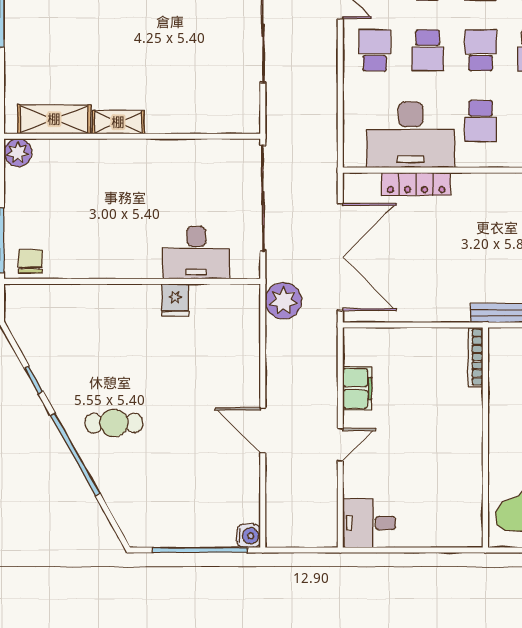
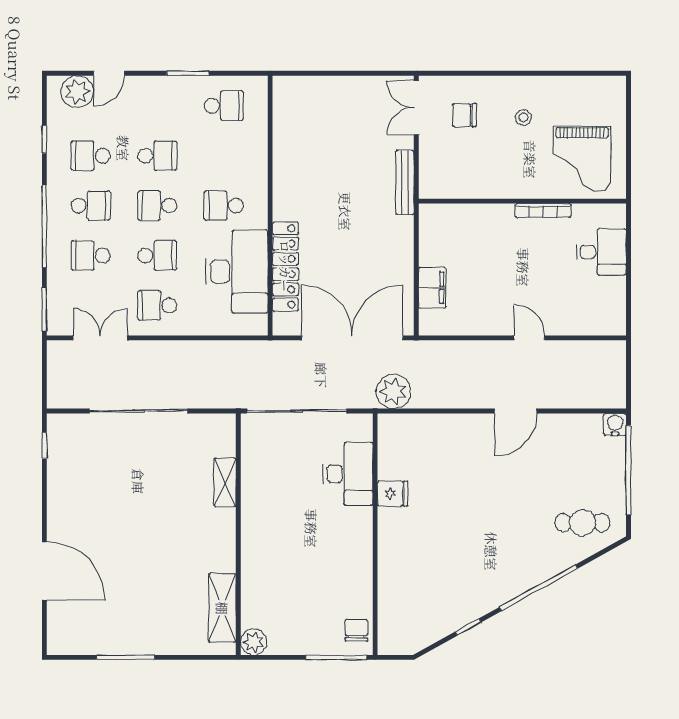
school desk: (481, 121) -> (224, 206), turned 180
shelving: (118, 122) -> (225, 482), moved
locker: (416, 184) -> (285, 266), width x1.41, depth x1.21
chair: (30, 261) -> (356, 630), turned 90
bookcase: (475, 357) -> (543, 210), moved
filing cabinet: (357, 388) -> (432, 288), moved, turned 90
cafe table: (114, 423) -> (582, 523), moved, turned 90
desk: (369, 523) -> (601, 252), moved, turned -90

